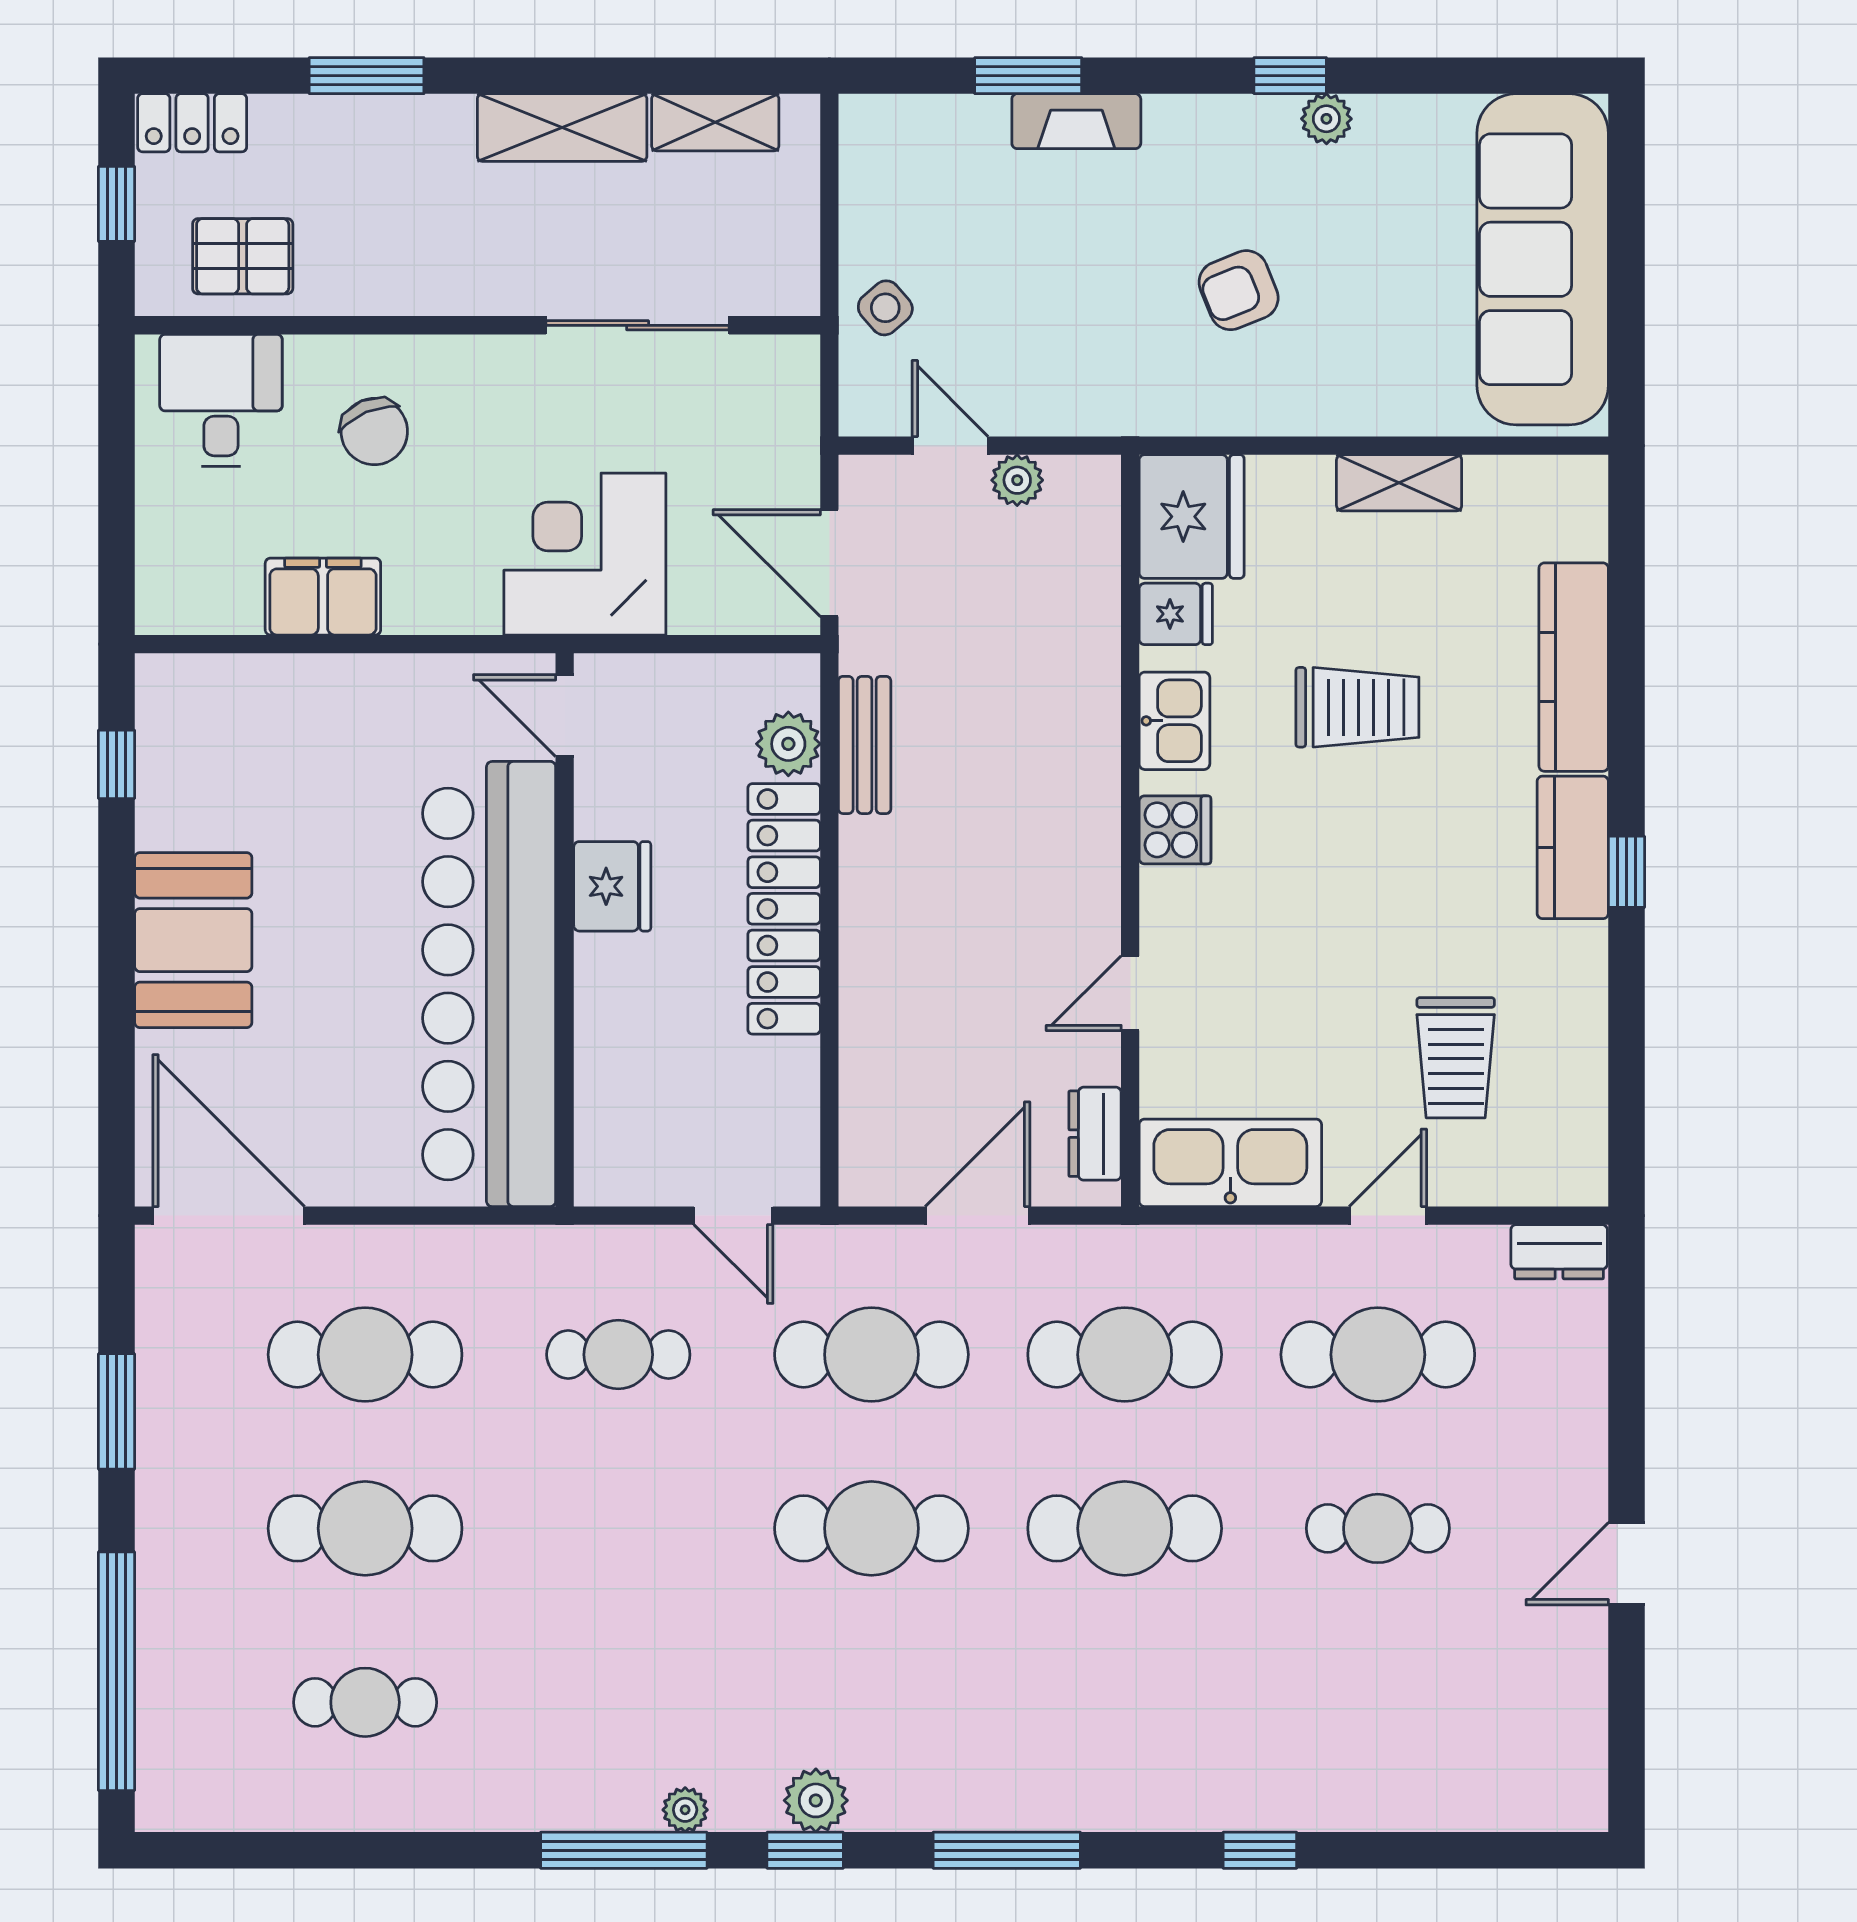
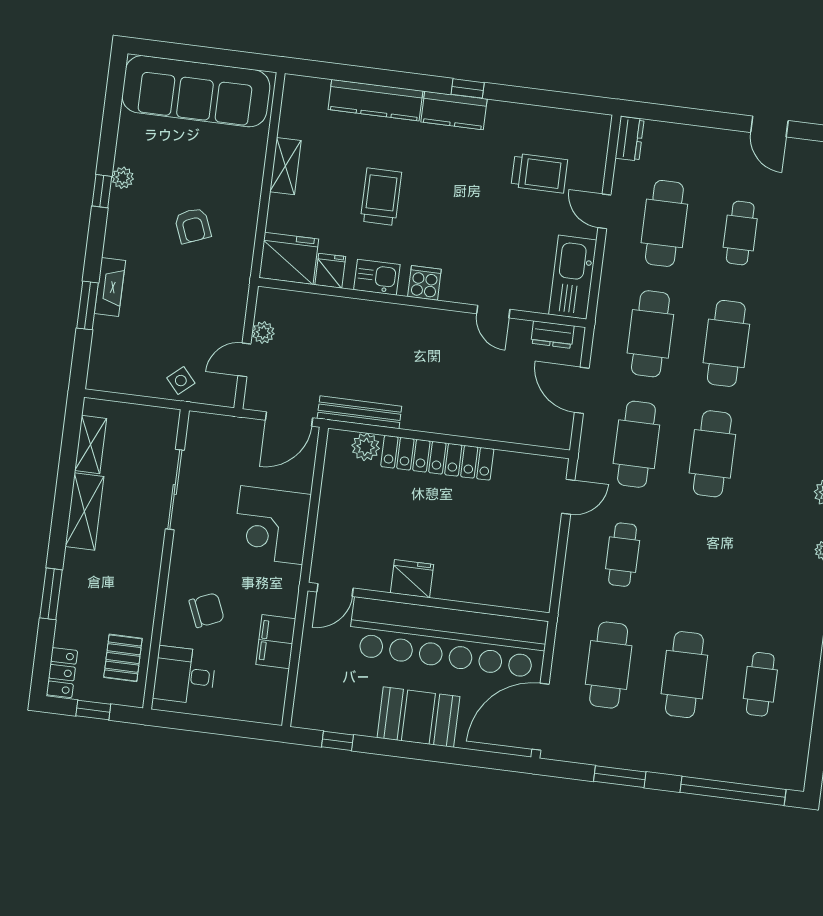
door: (565, 716) -> (335, 590), moved
bench: (865, 745) -> (359, 412), width x1.36
fridge: (612, 886) -> (412, 579), moved
wall: (565, 930) -> (428, 602), moved
bar counter: (489, 984) -> (448, 638), moved

